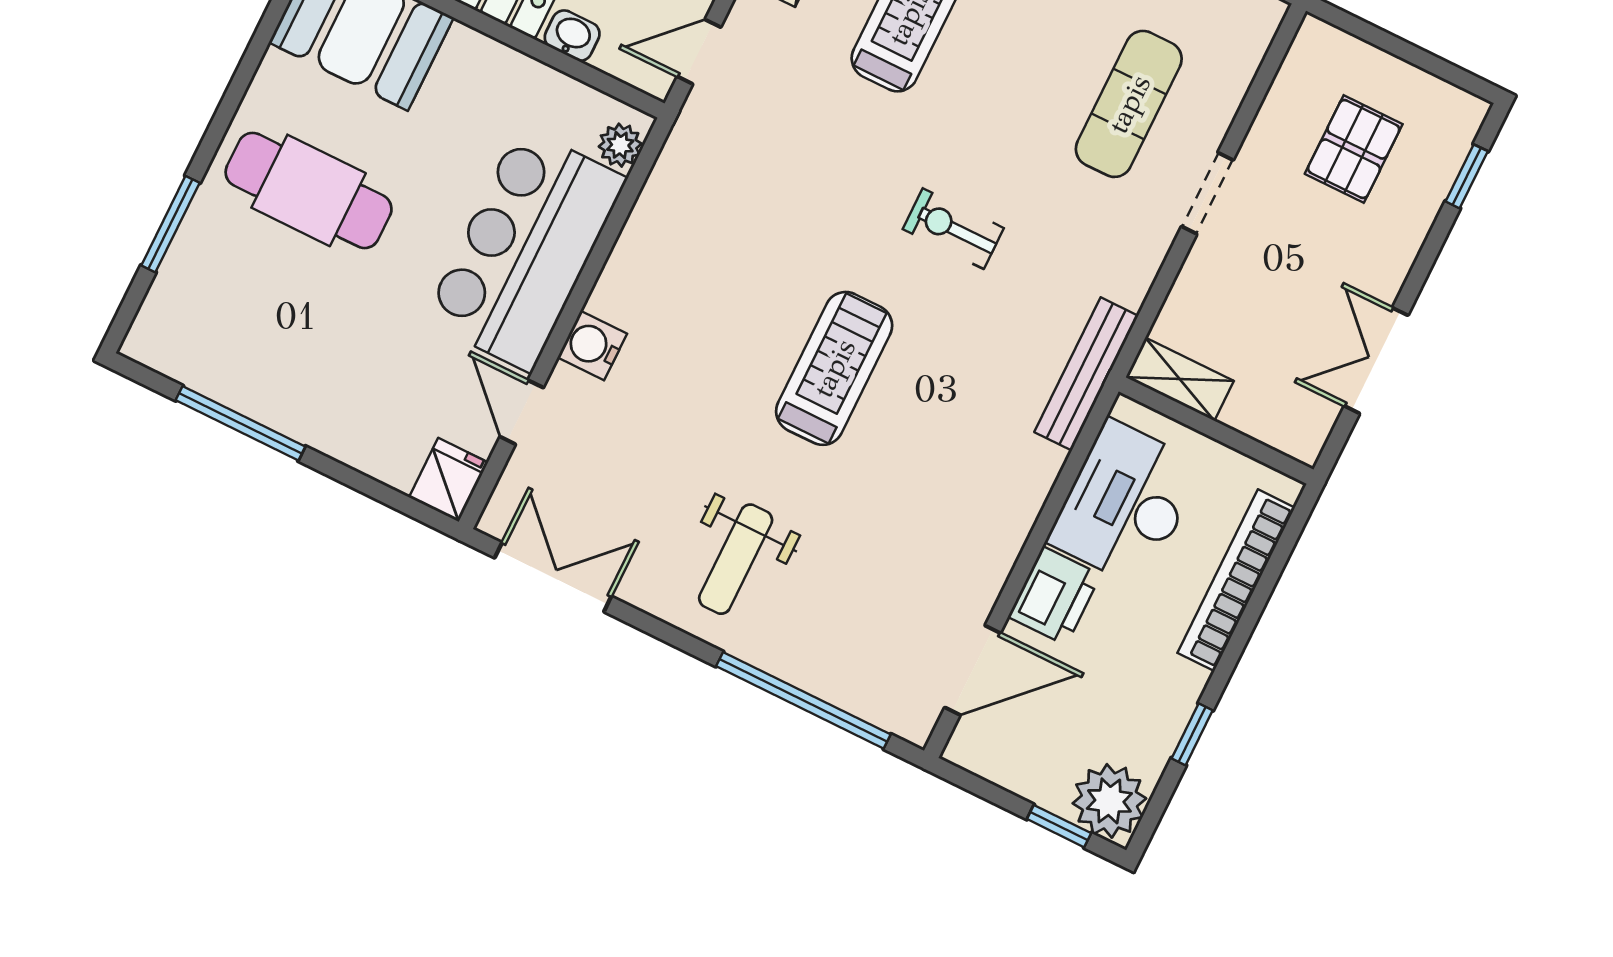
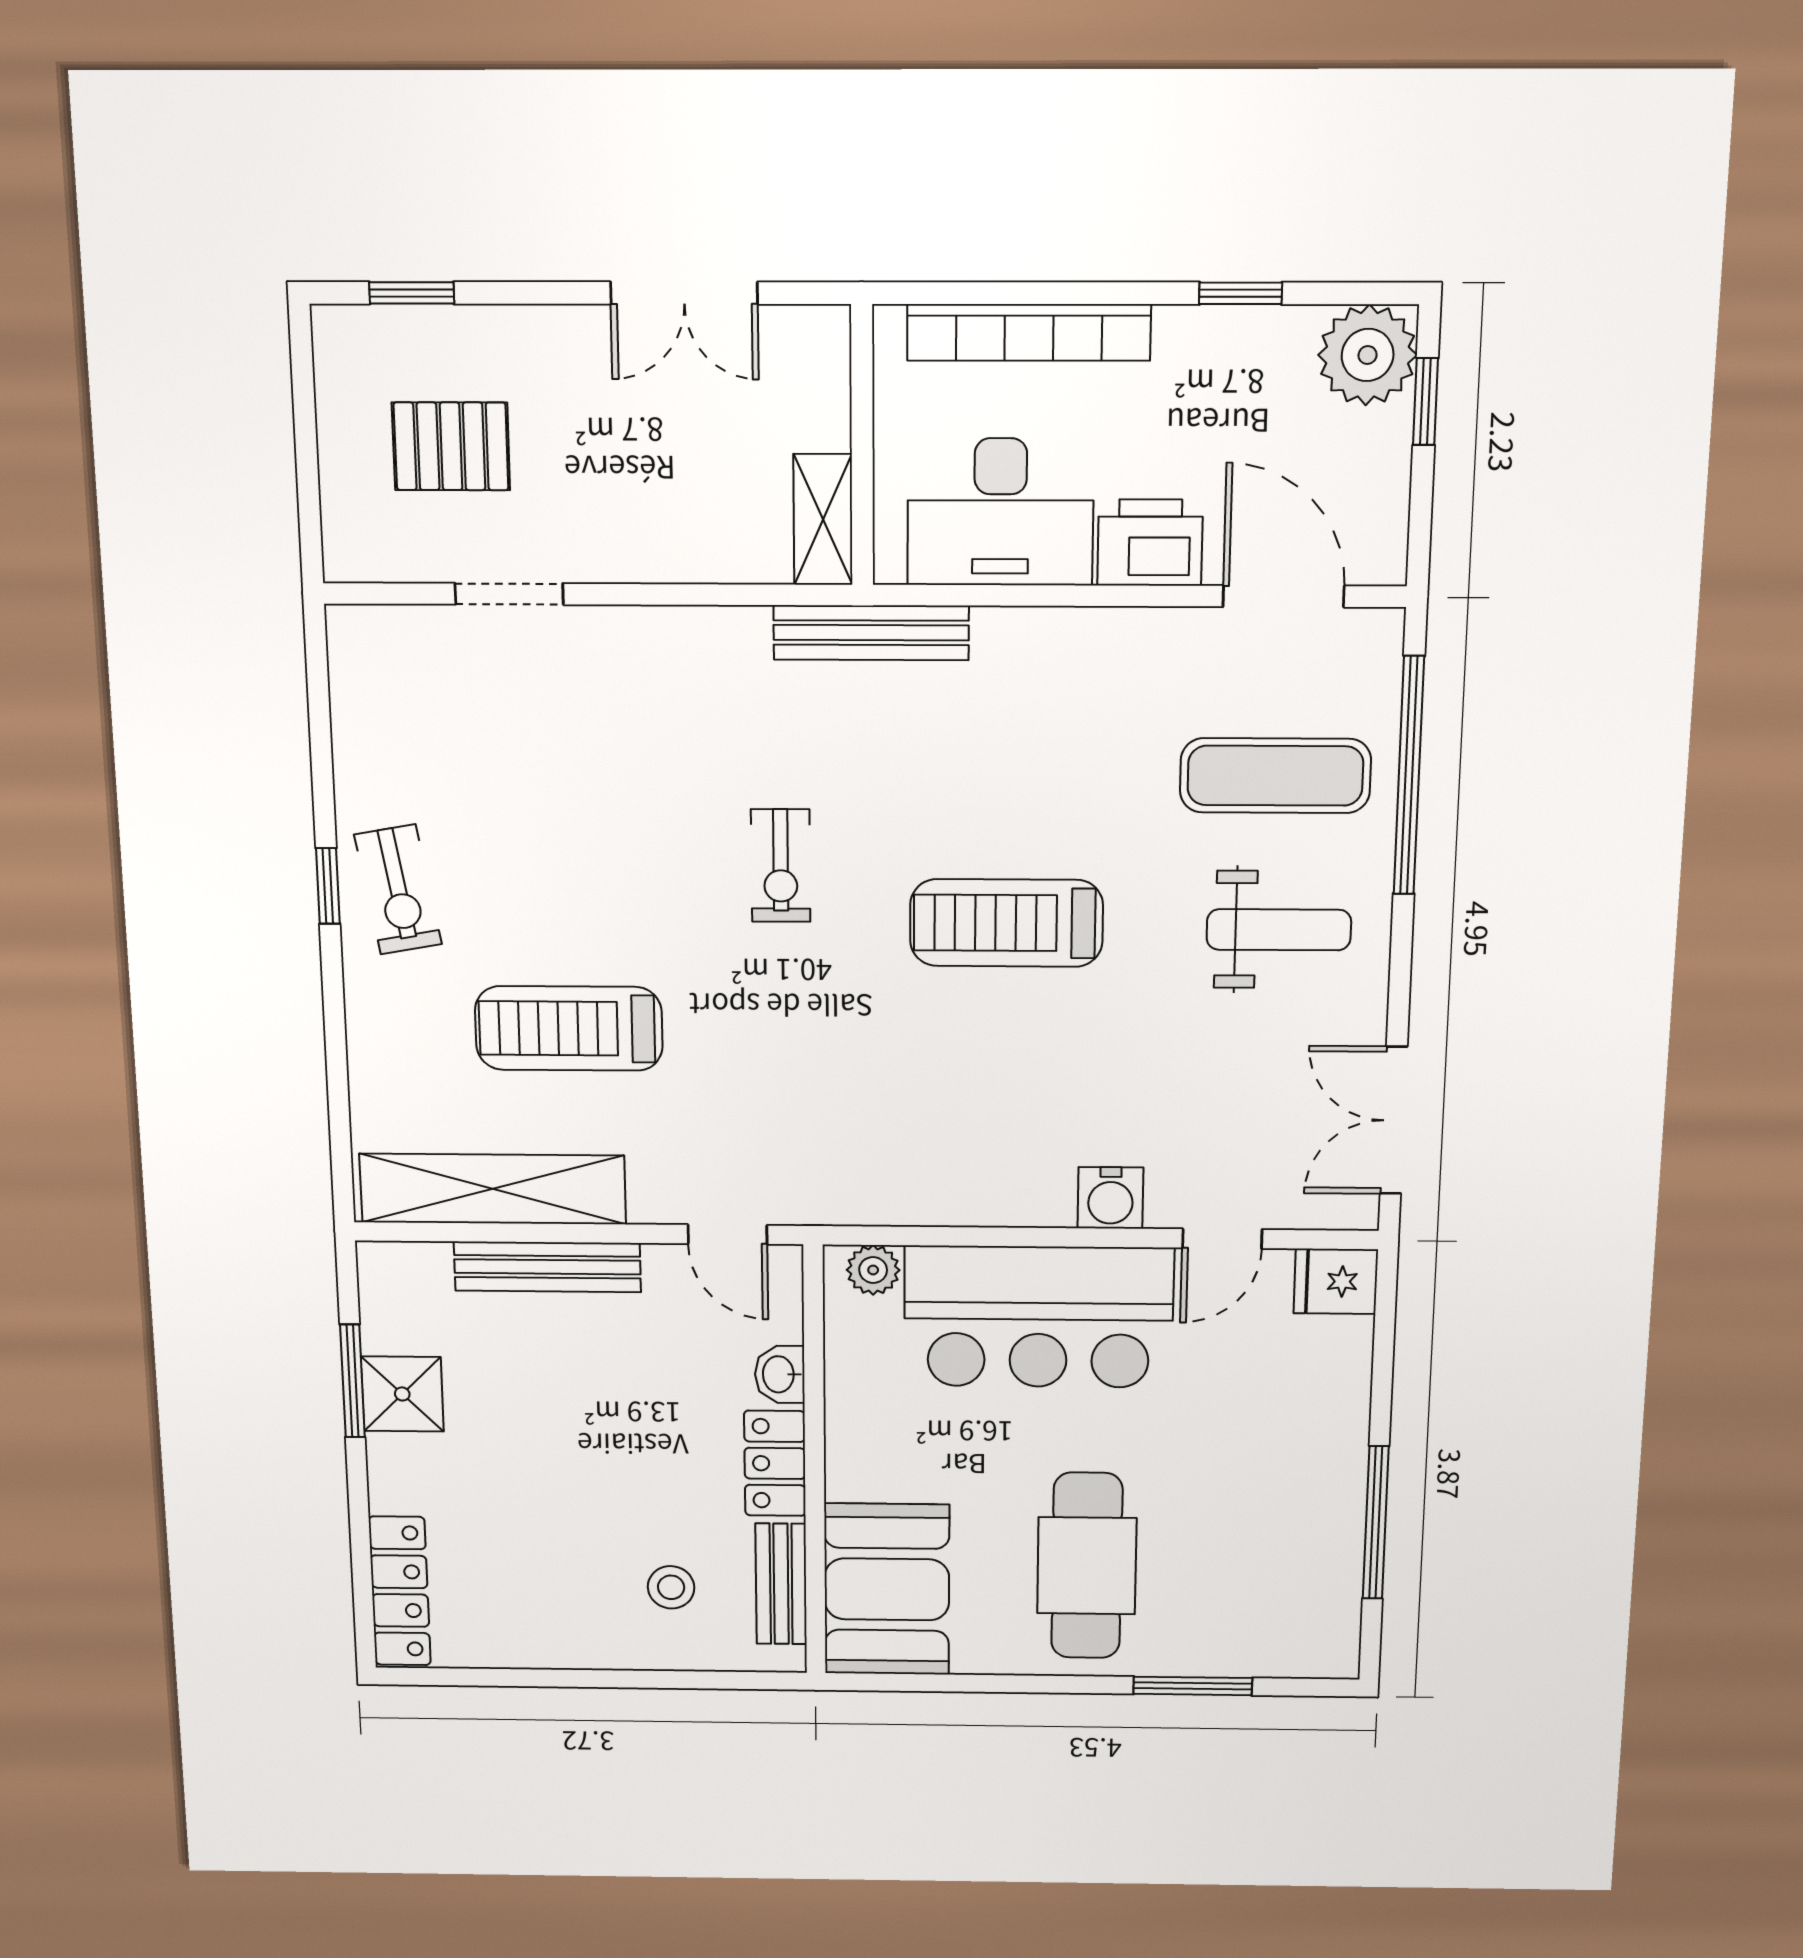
exercise mat: (1129, 104) -> (1275, 776), moved
doorway: (1207, 193) -> (509, 594), moved

